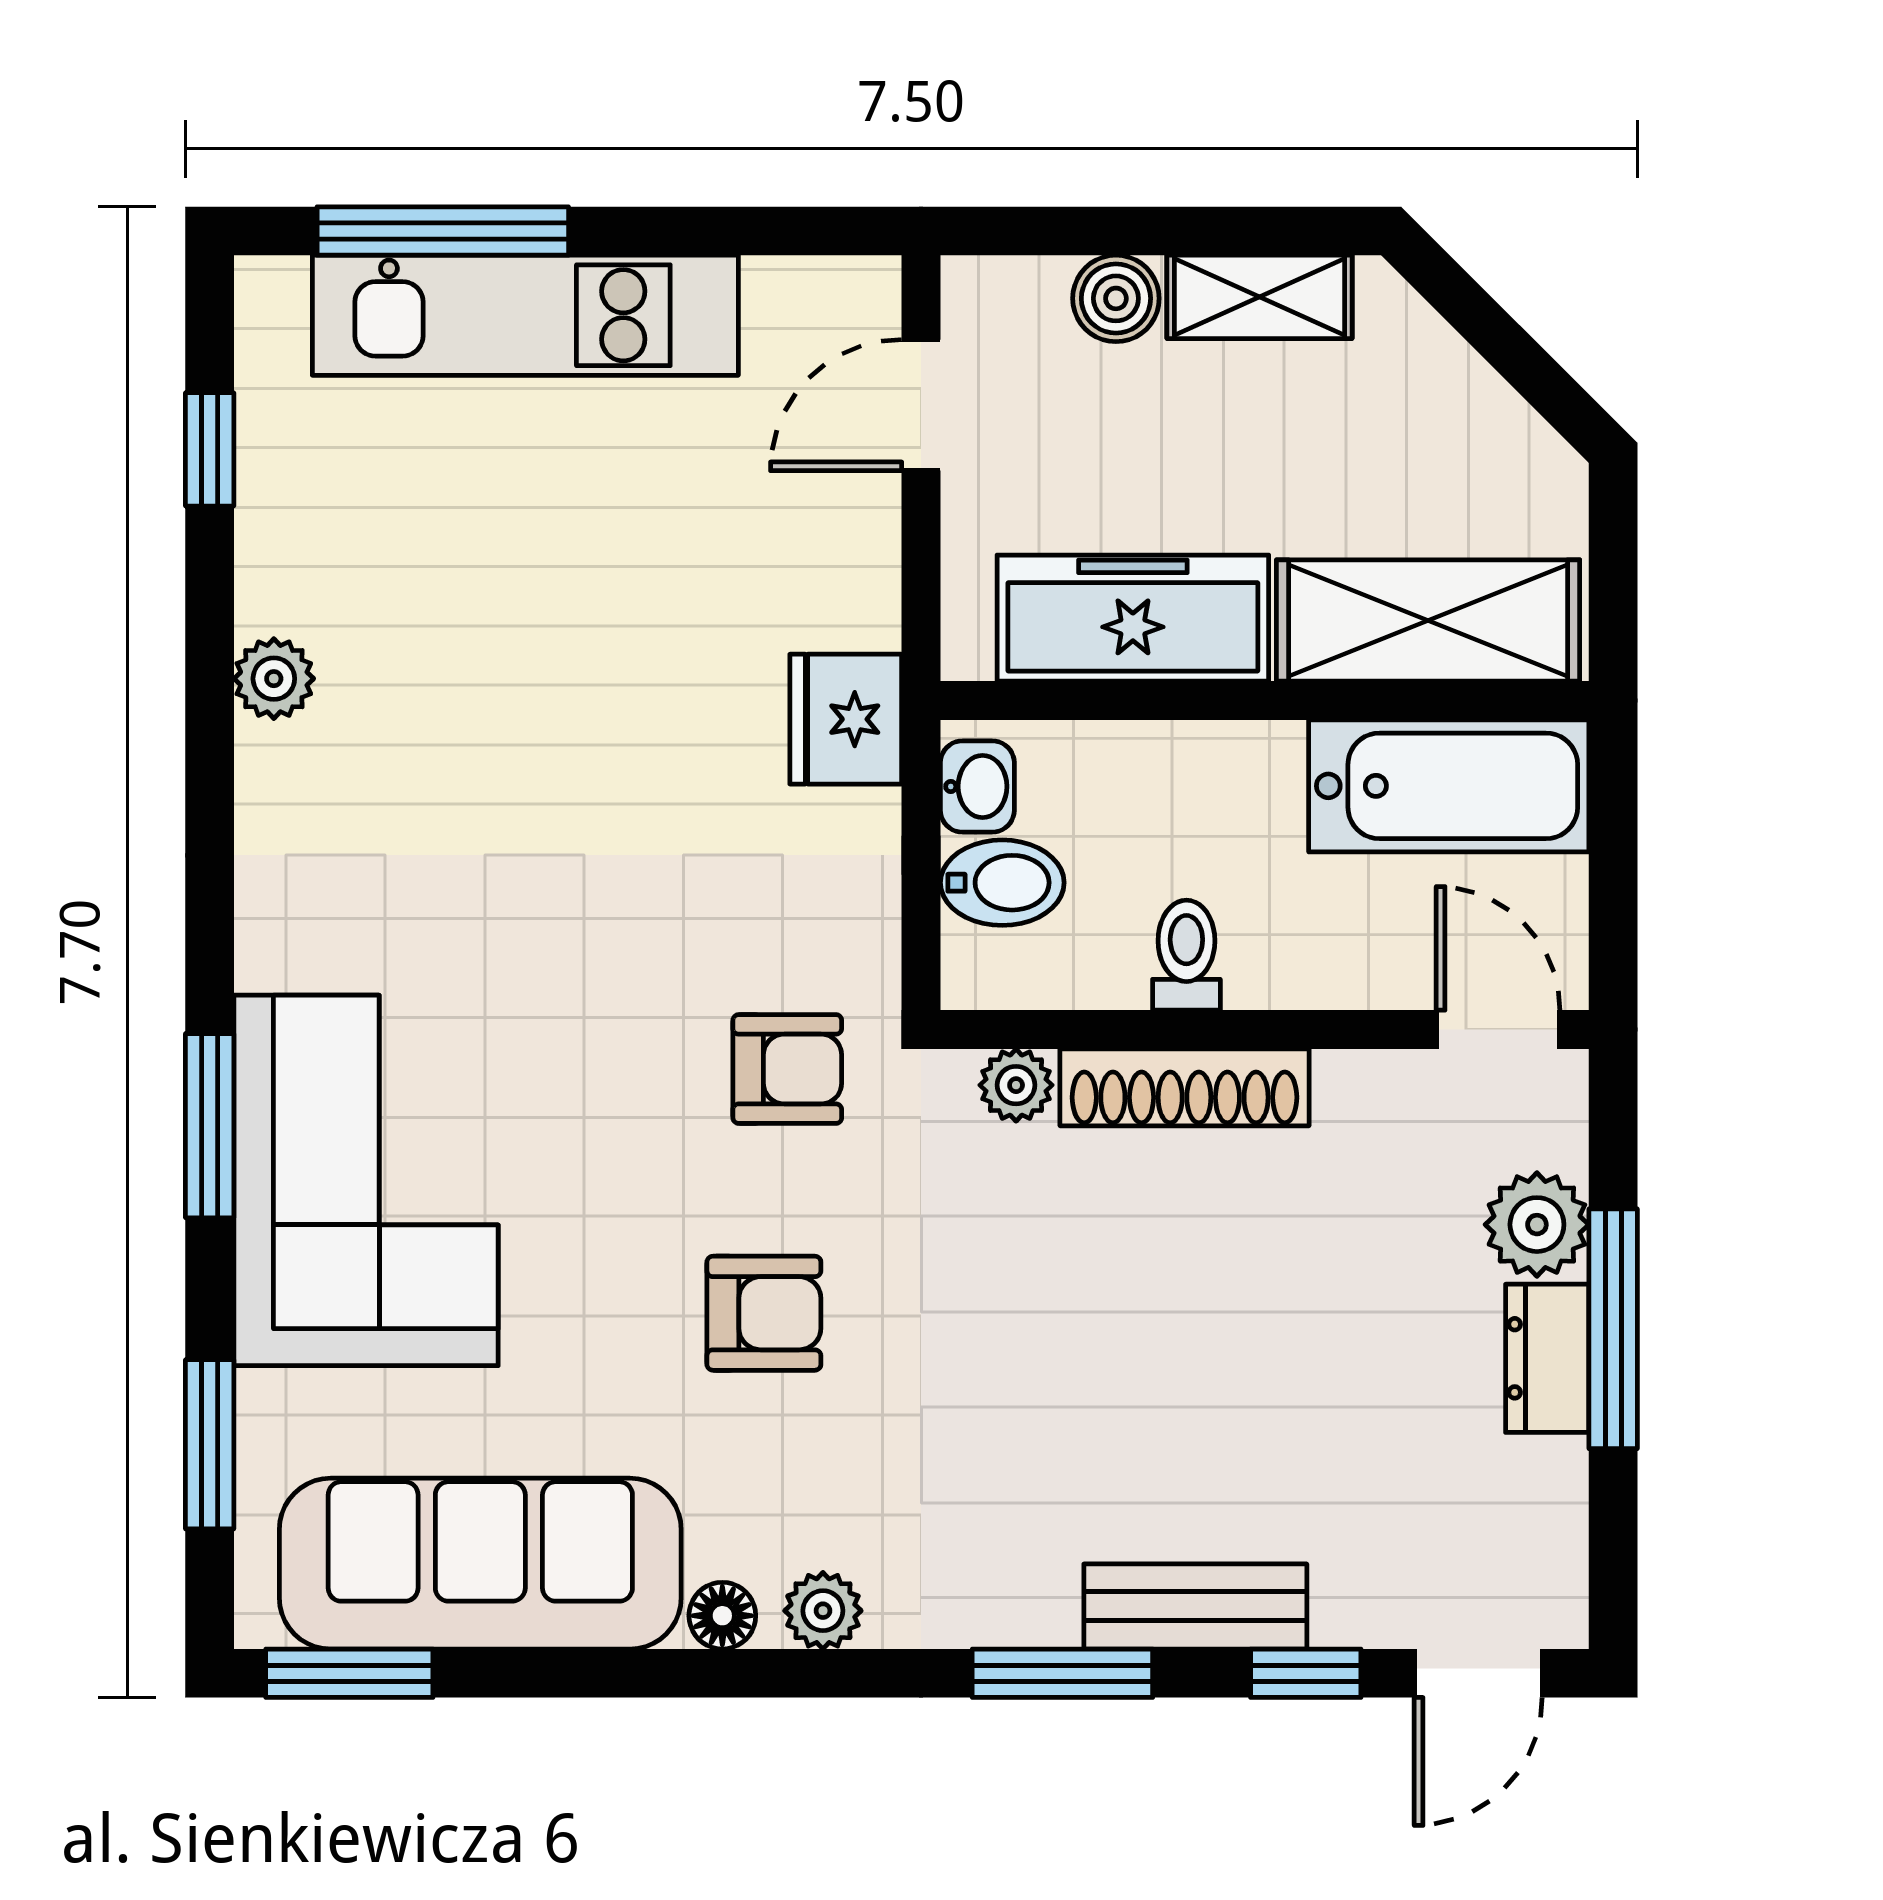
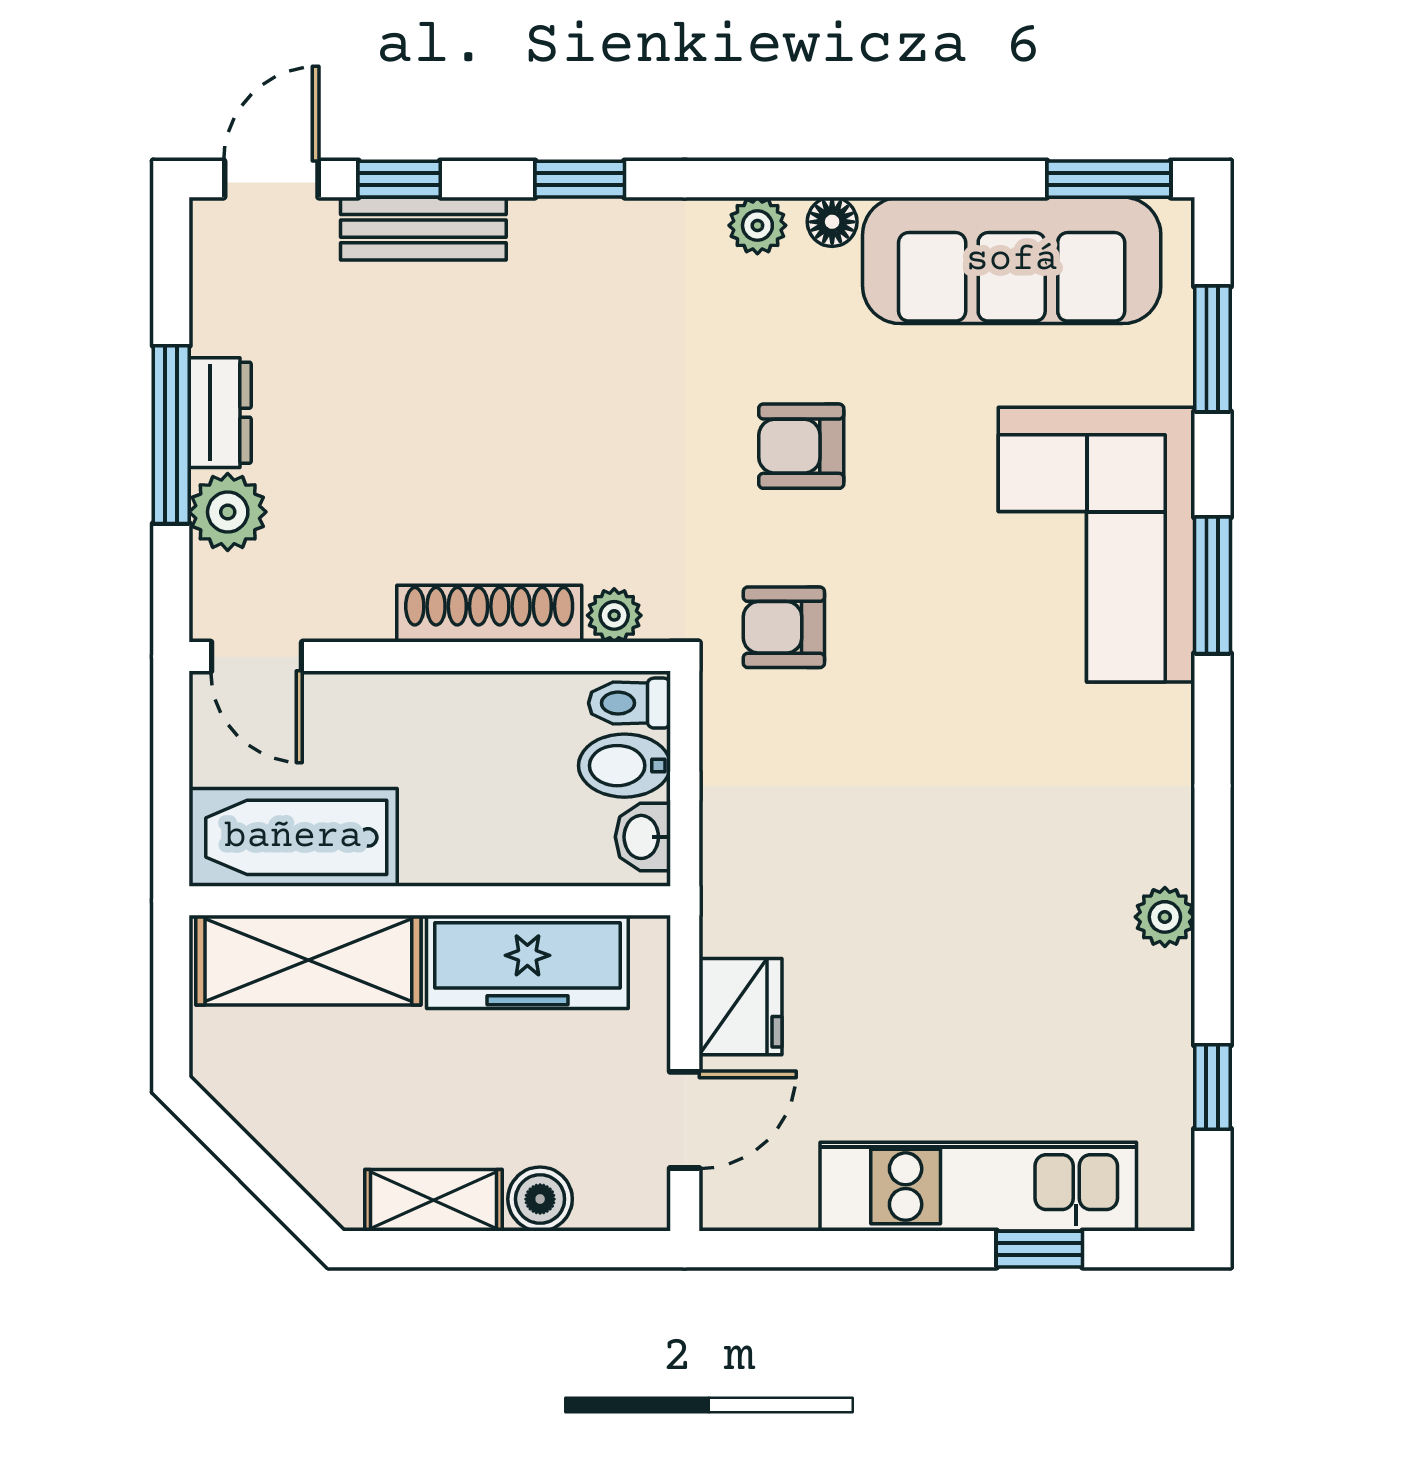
window: (443, 231) -> (1039, 1249), width x0.46
fridge: (846, 719) -> (741, 1007), moved
toilet: (1186, 955) -> (629, 703), moved, turned 90
bench: (1195, 1606) -> (423, 229), moved
window: (1062, 1673) -> (580, 179), width x0.67

